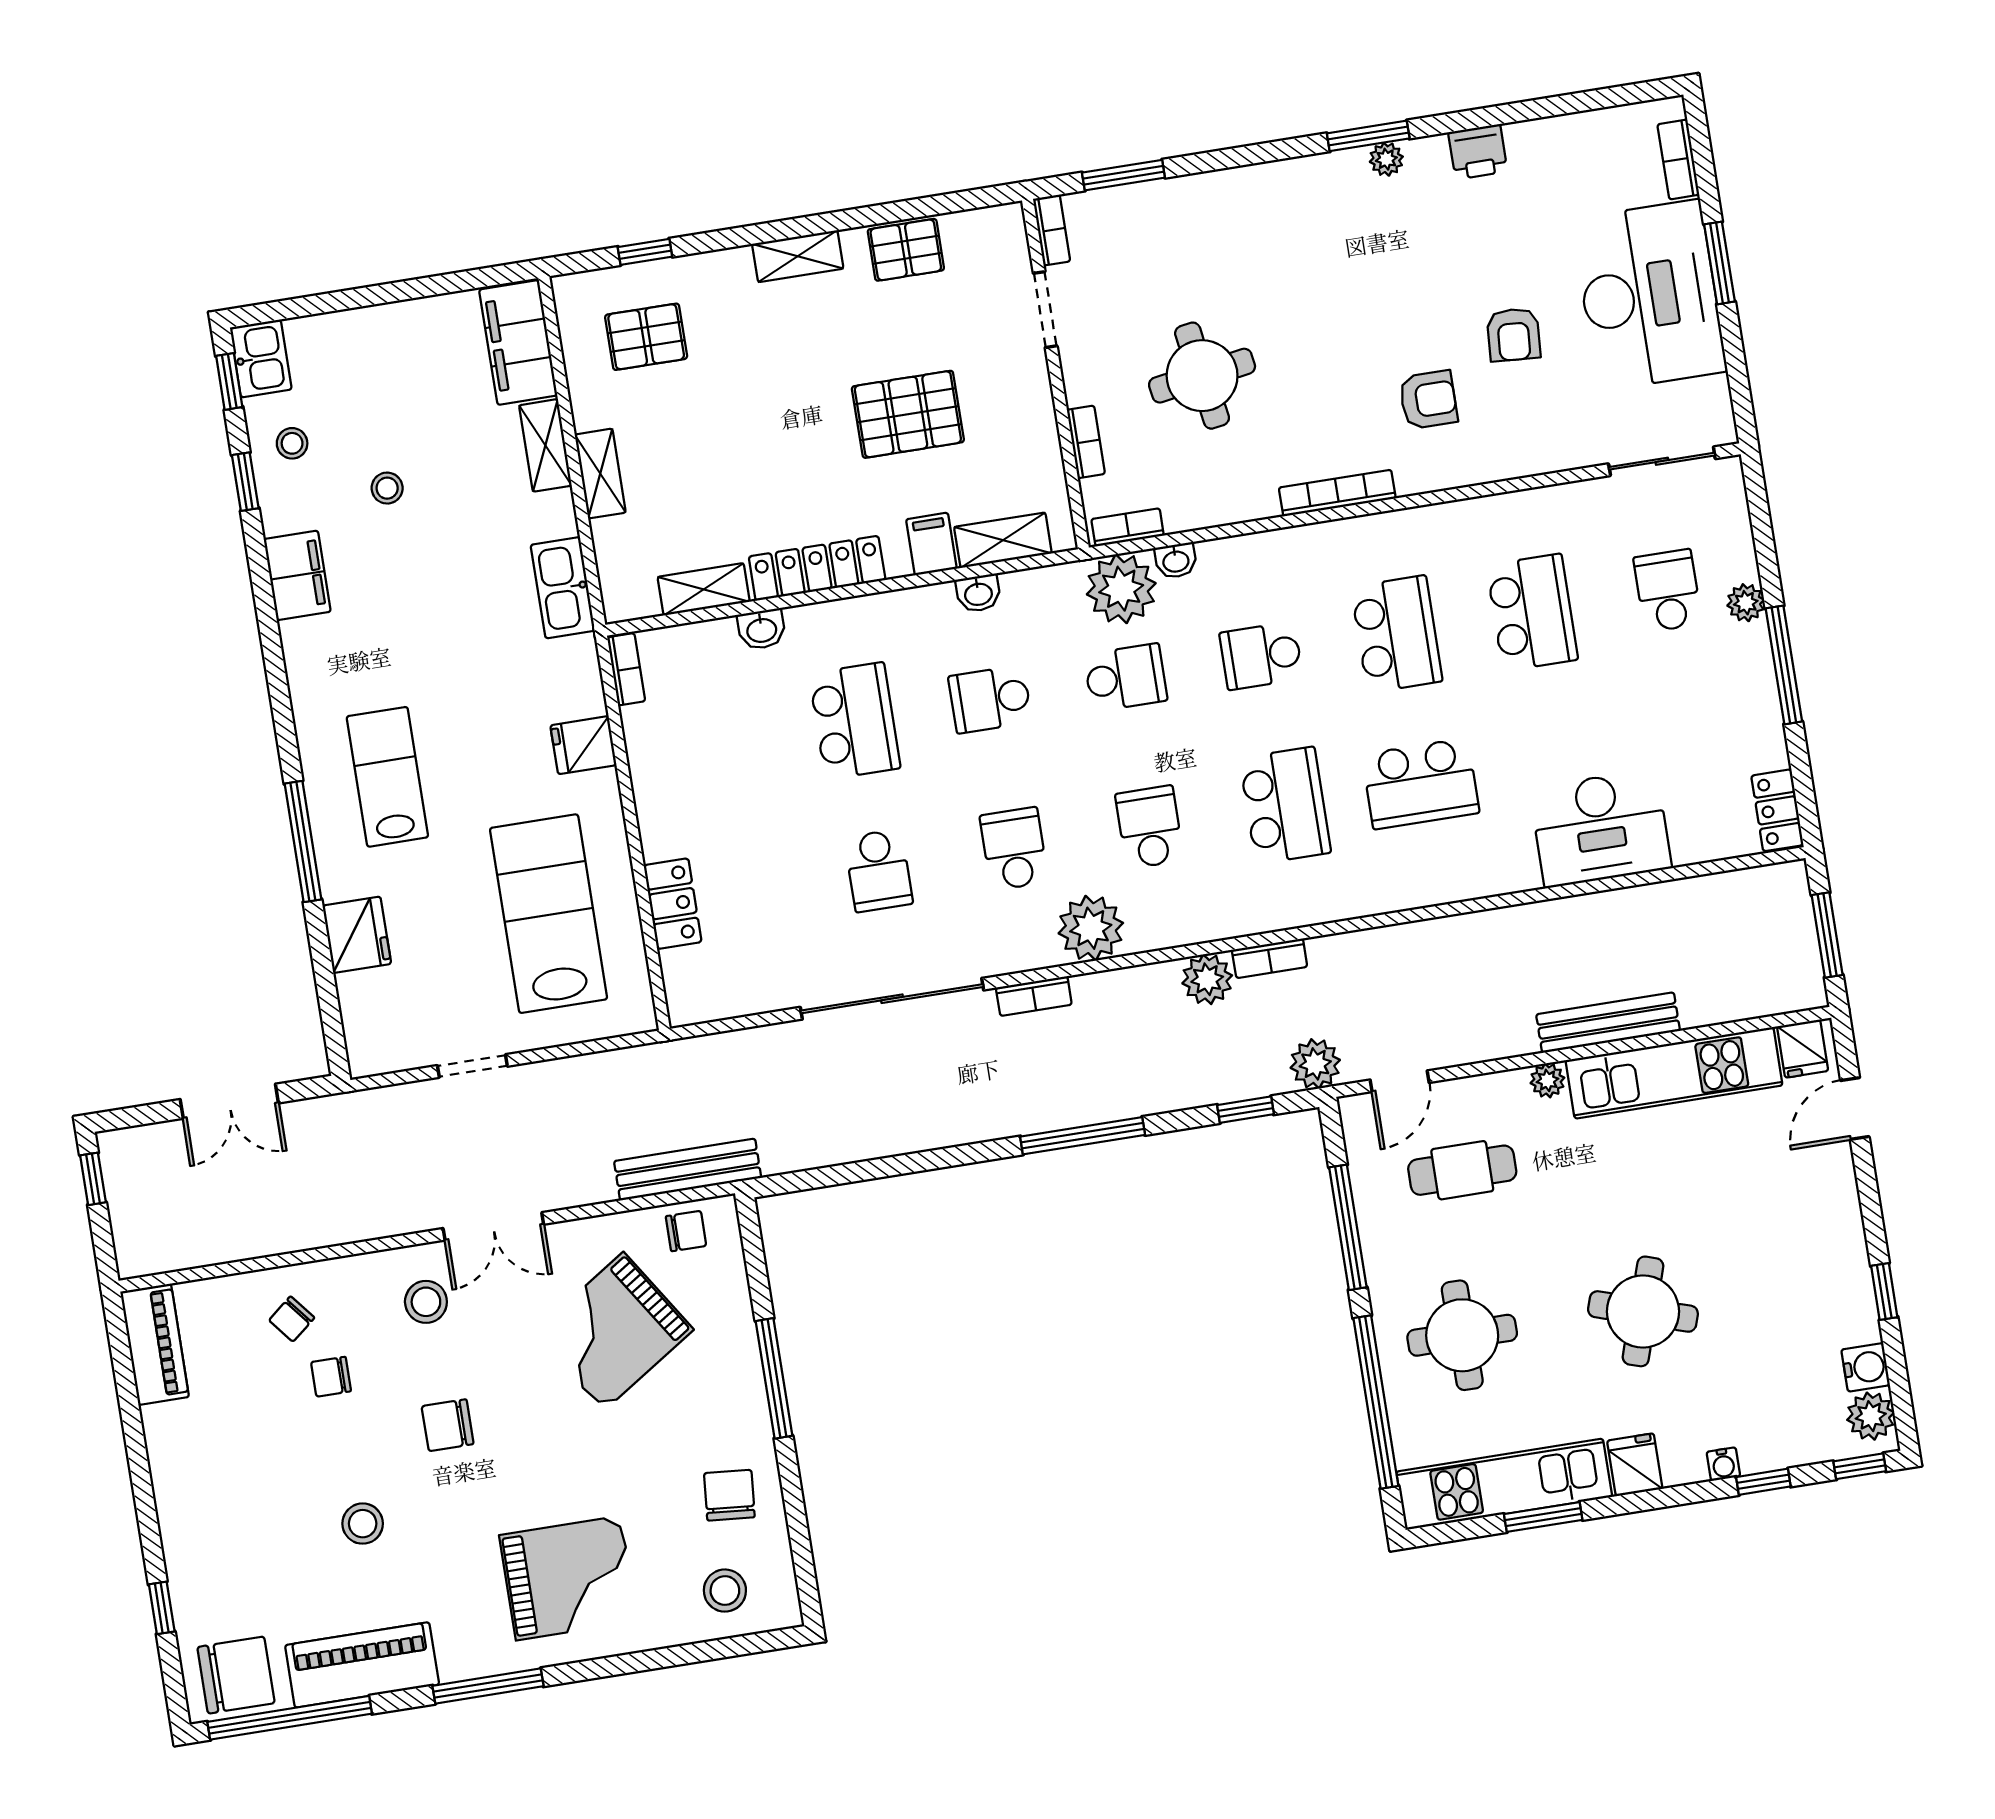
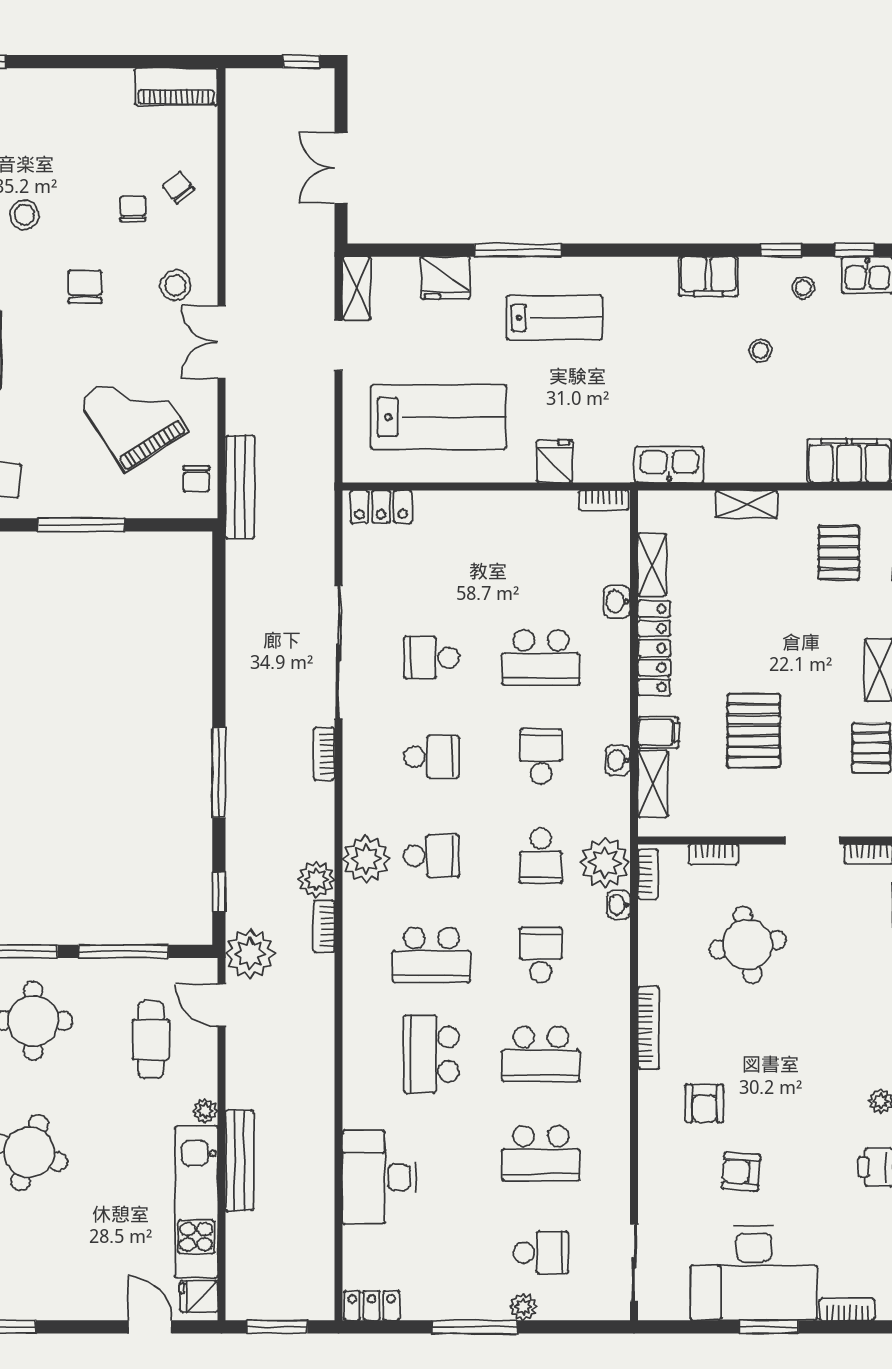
shelving: (545, 445) -> (357, 288), moved, turned 90
locker: (673, 904) -> (381, 507), moved
plant: (1091, 928) -> (366, 859), moved
plant: (1315, 1064) -> (250, 954), width x1.36, depth x1.36

